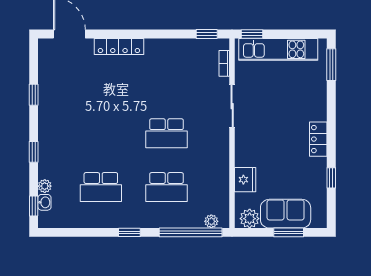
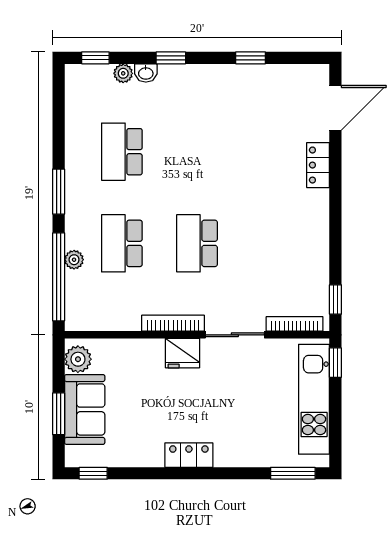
locker: (119, 46) -> (318, 165), width x0.66
bookcase: (224, 63) -> (295, 324), width x1.56
bookcase: (224, 150) -> (173, 323), added
window: (331, 178) -> (93, 473), moved
fridge: (245, 180) -> (182, 353), moved
washbasin: (44, 202) -> (146, 73), moved
plant: (211, 221) -> (74, 260), moved
window: (129, 232) -> (59, 192), width x1.50

